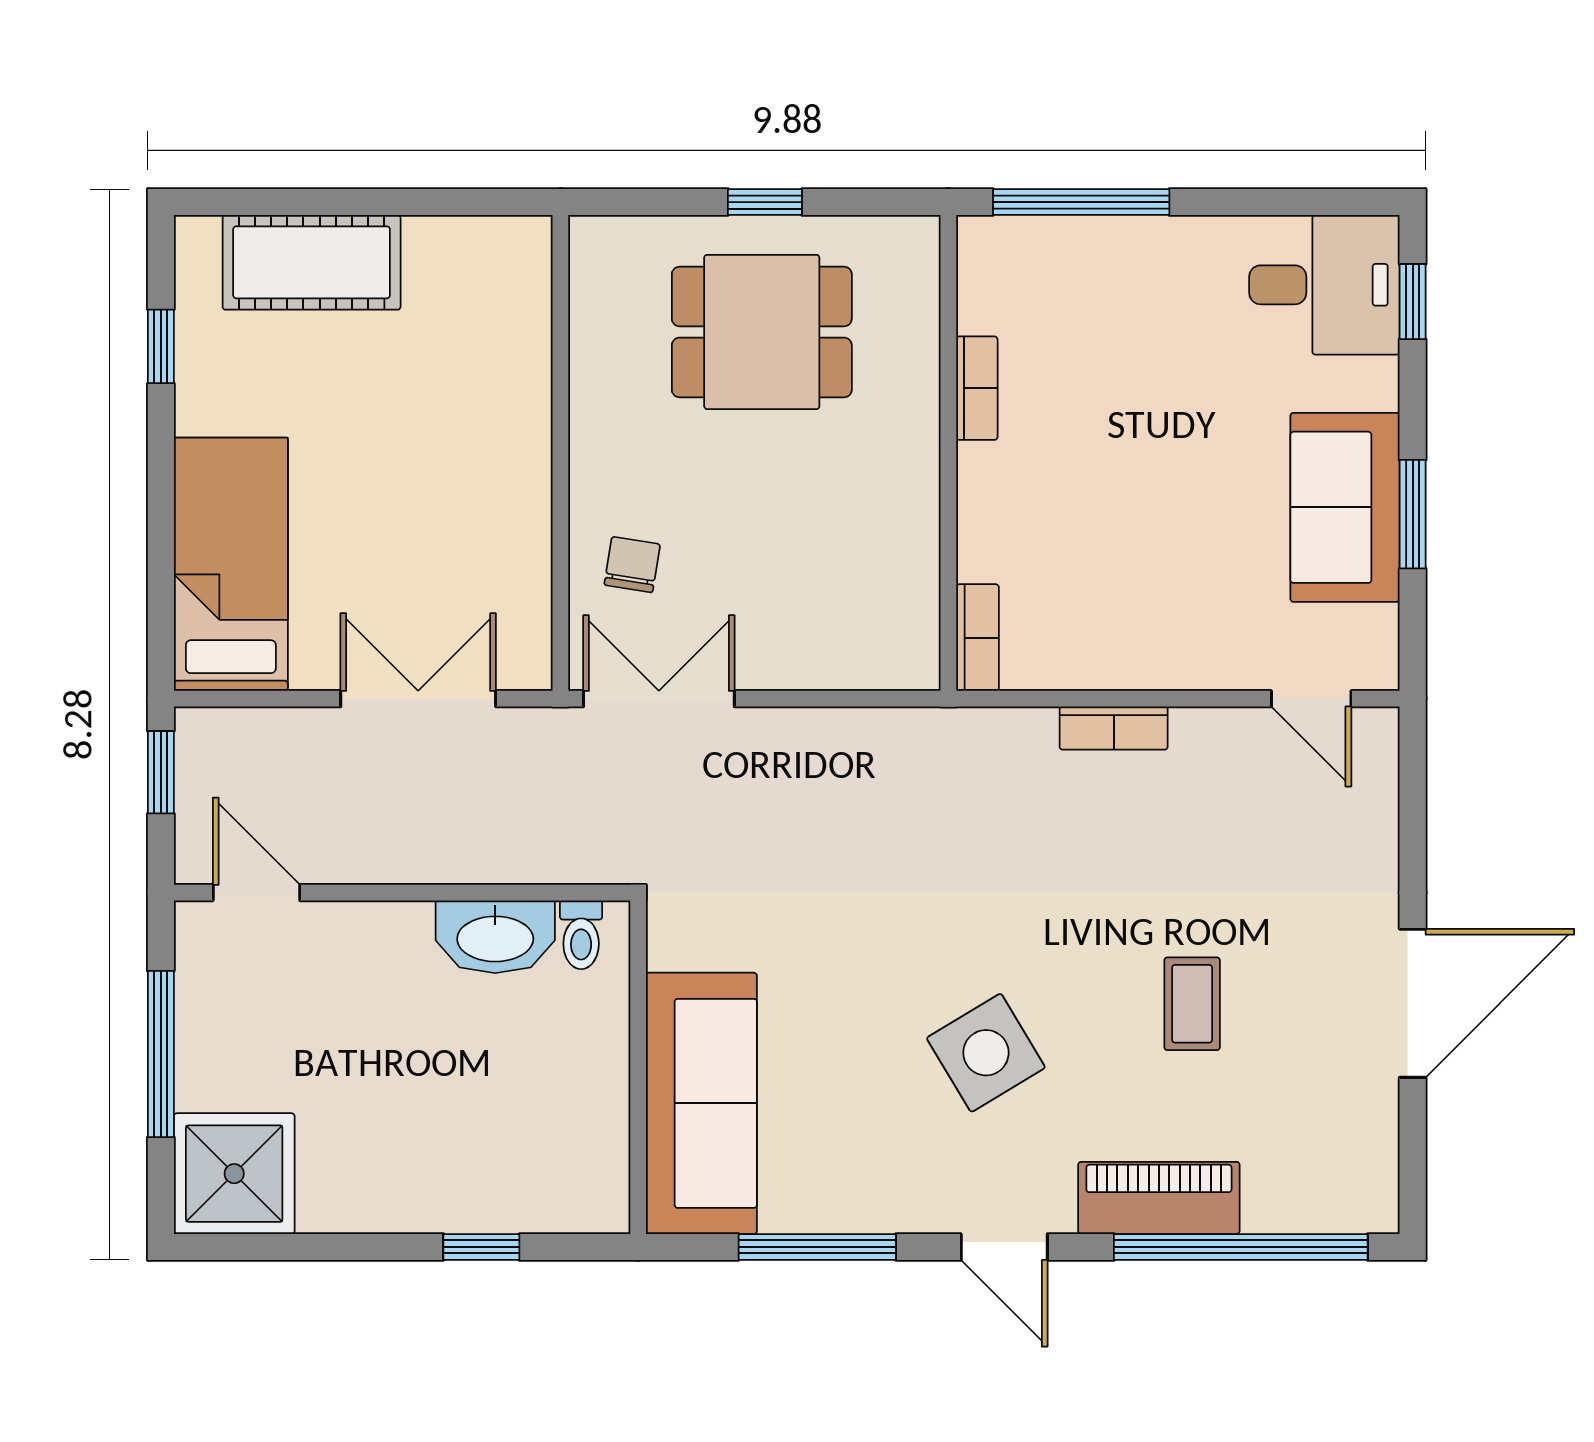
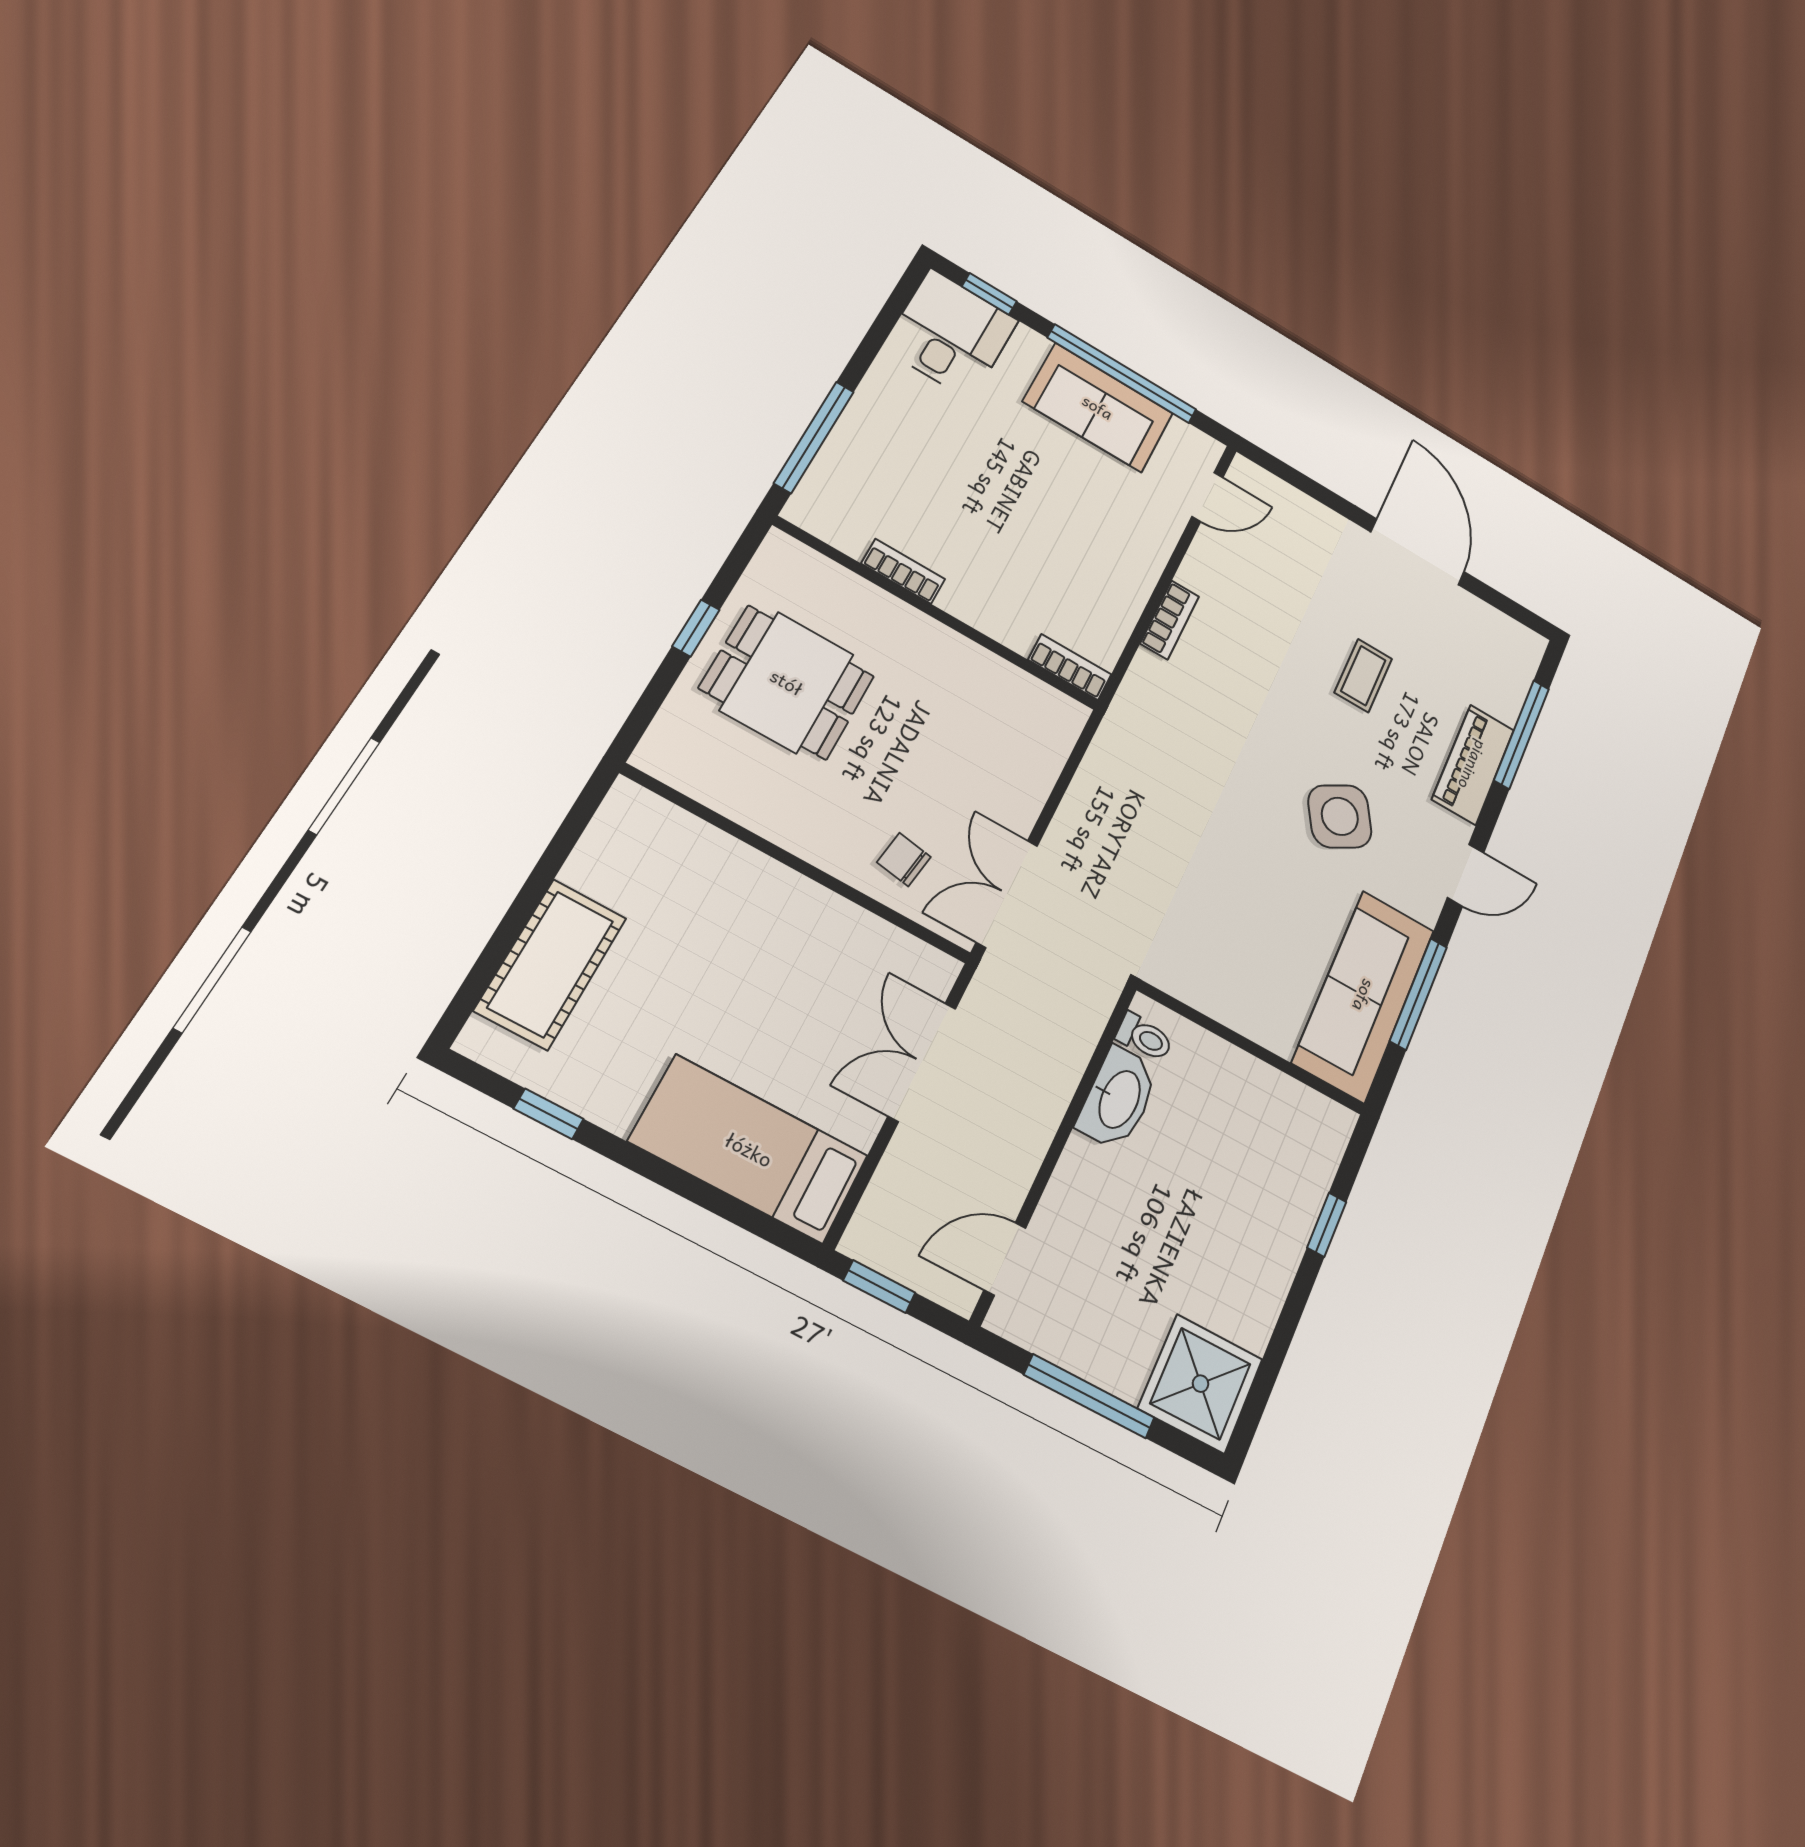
dining table: (762, 332) -> (787, 682), turned 90
window: (1413, 514) -> (1122, 374), width x2.11
coffee table: (1192, 1004) -> (1363, 676), turned 90
sofa: (701, 1103) -> (1364, 996), moved, turned -90
window: (1241, 1247) -> (1522, 734), width x0.68

